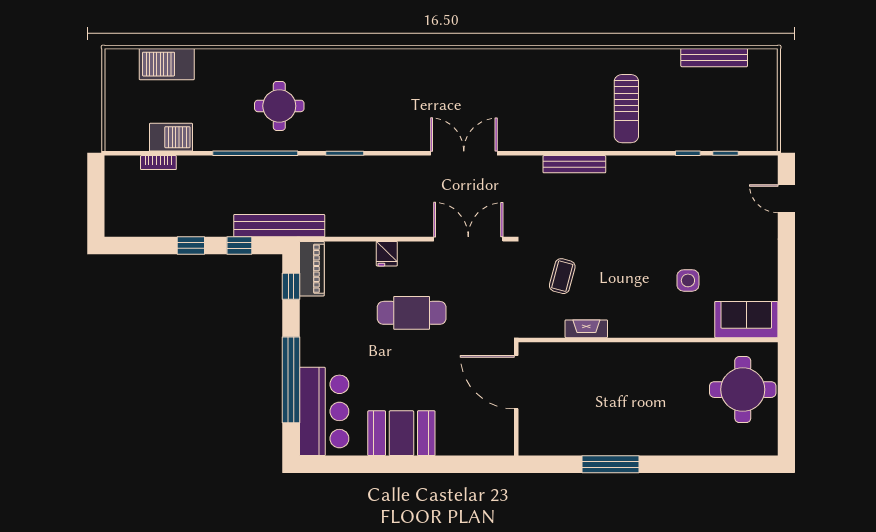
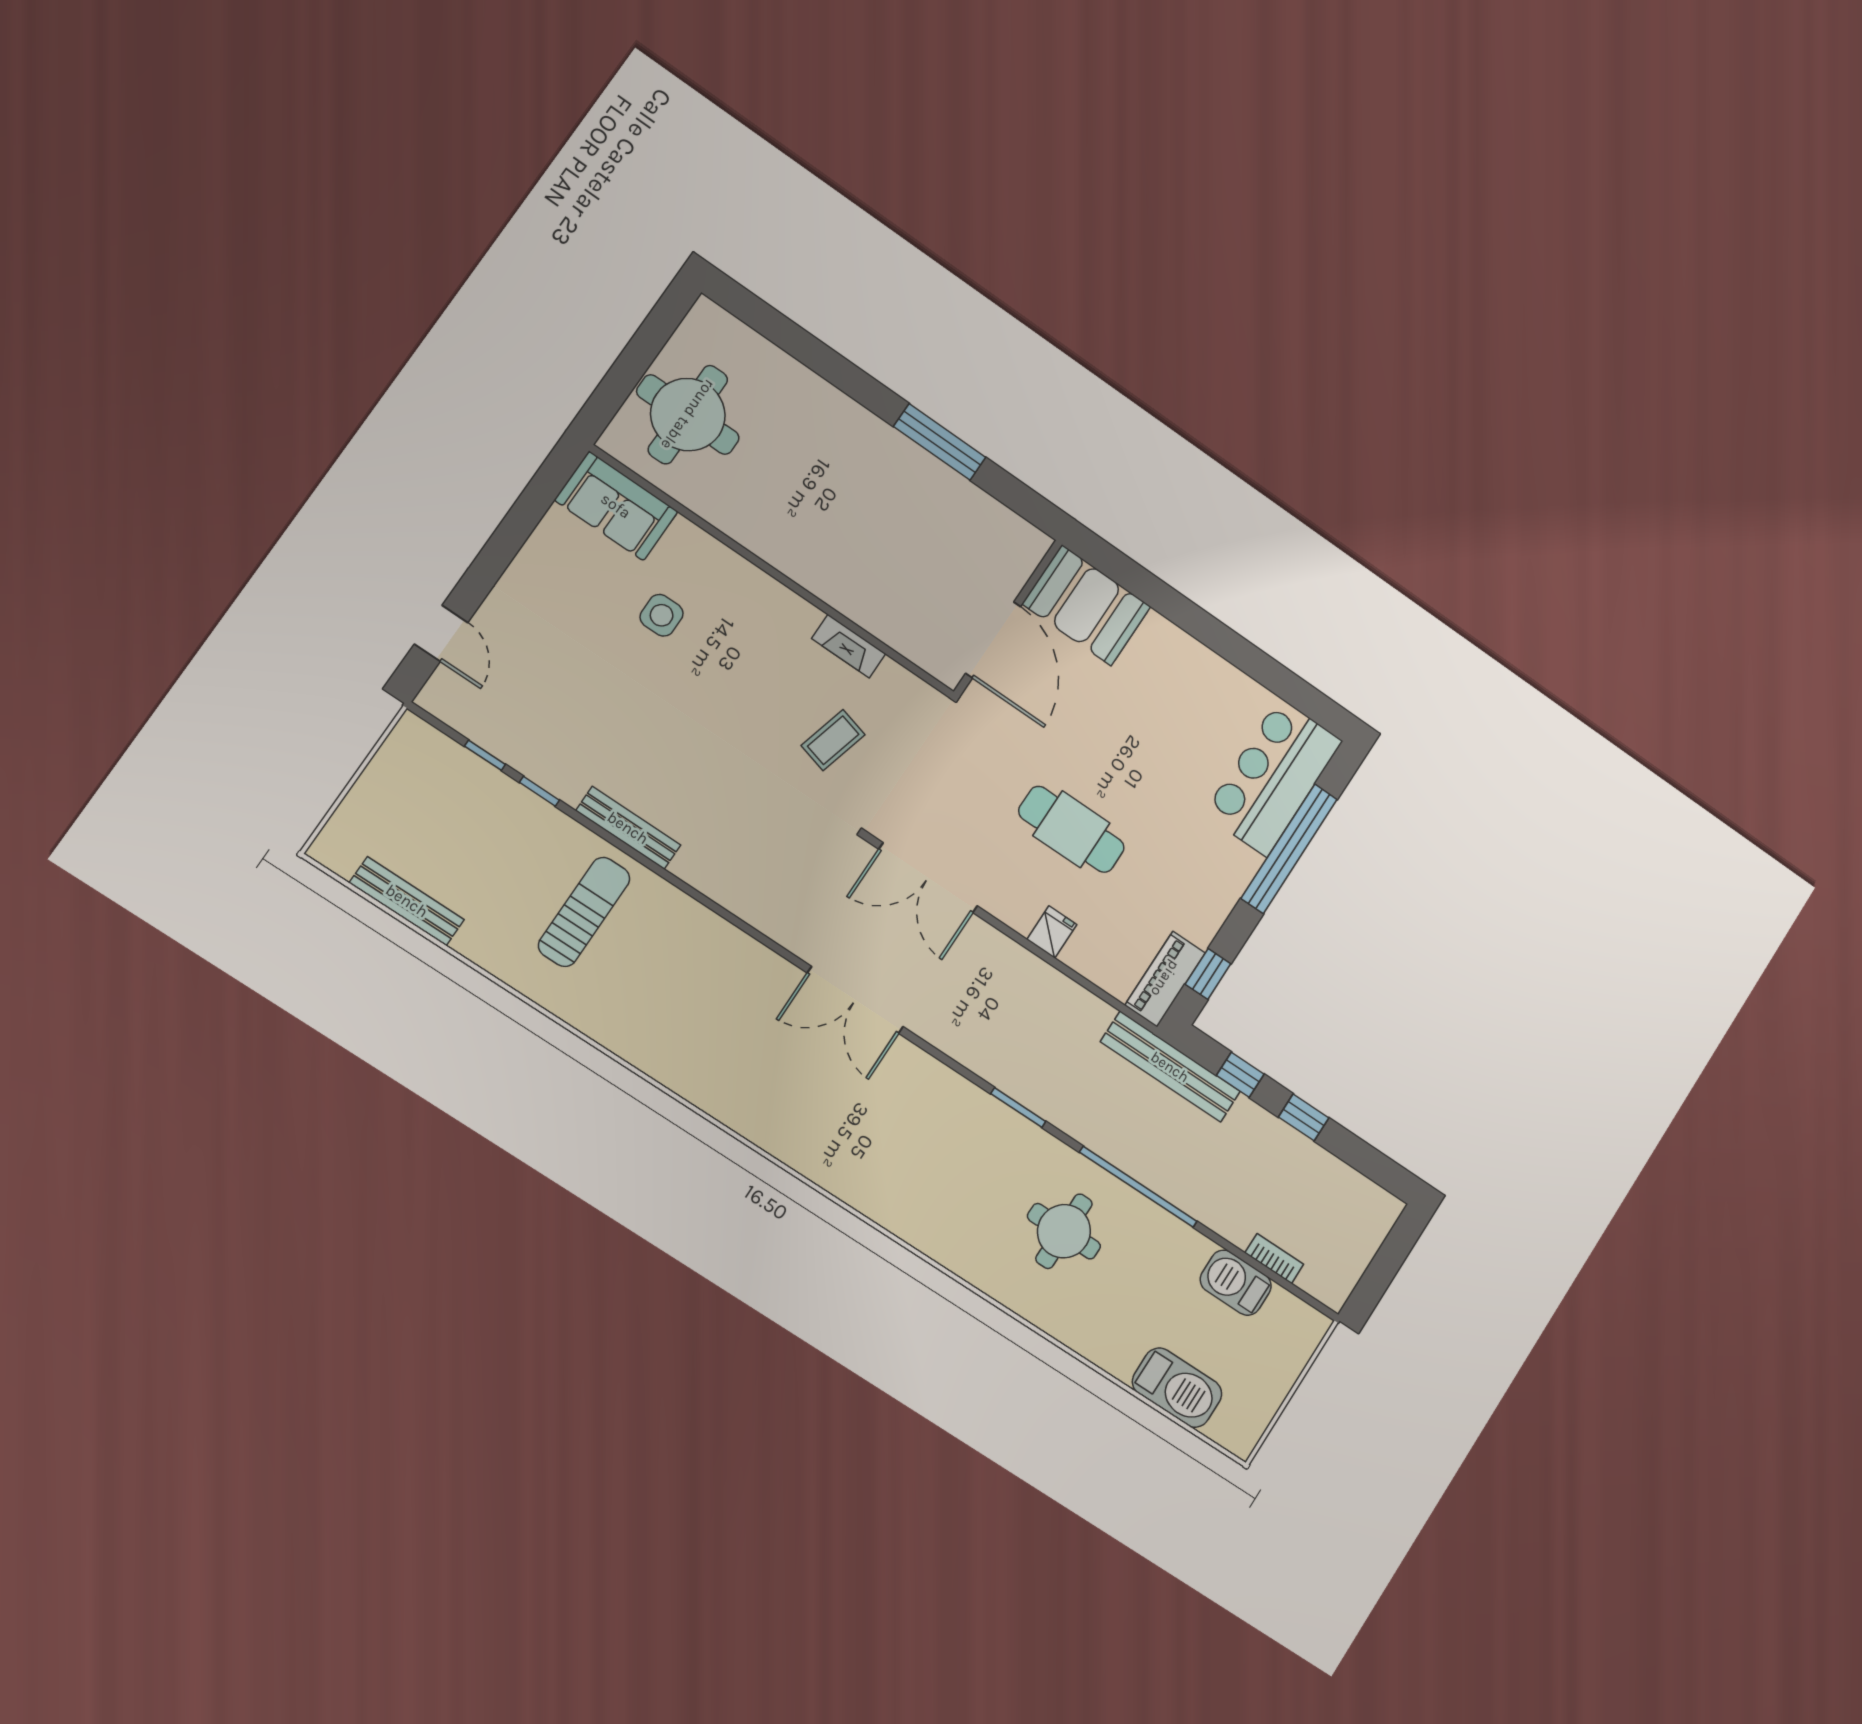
bench: (574, 164) -> (628, 828), moved
booth: (401, 433) -> (1087, 605), moved

